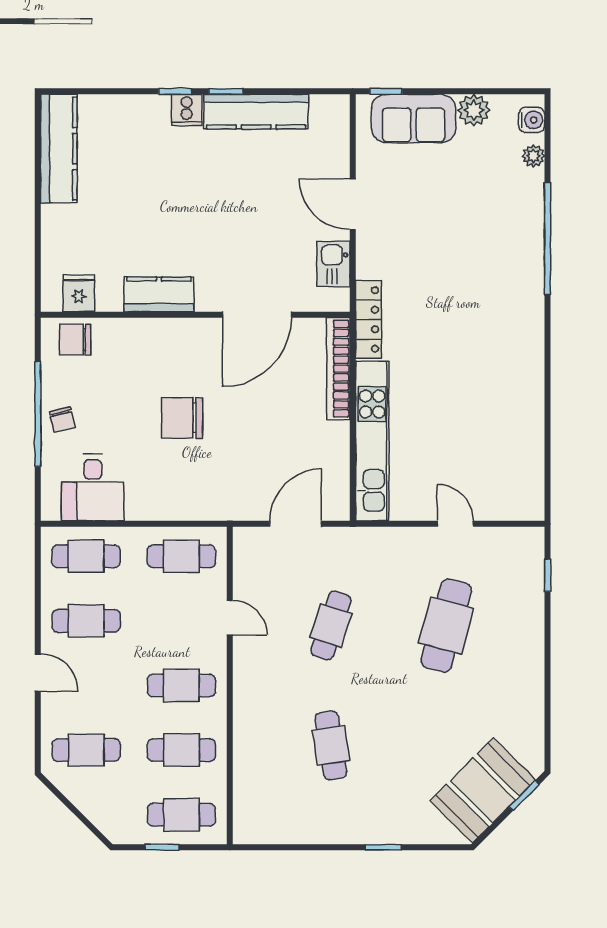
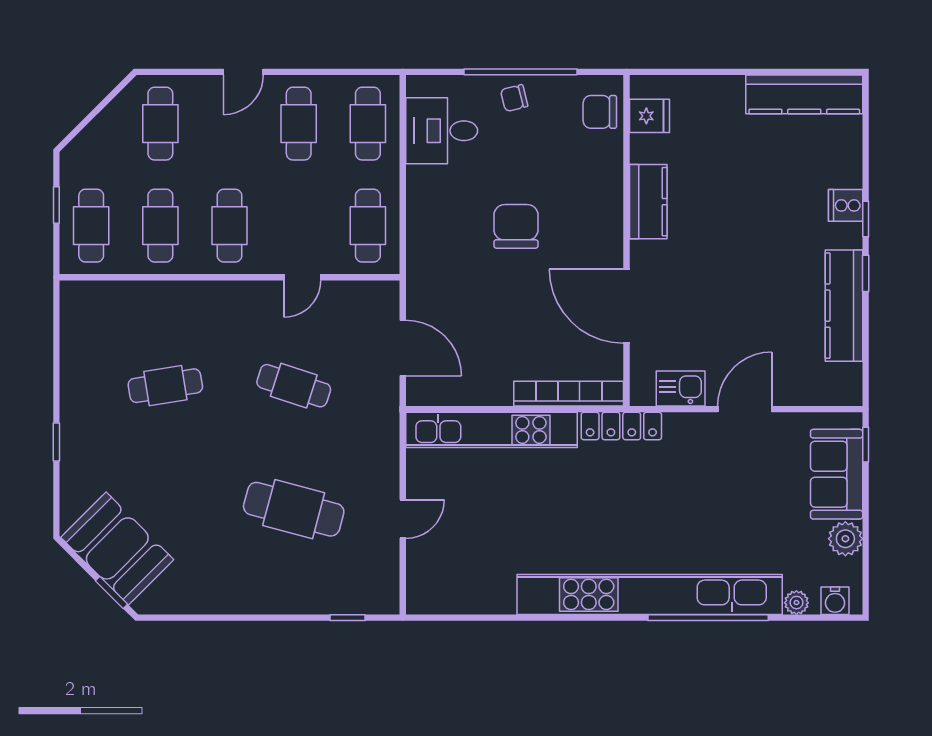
cooker: (187, 110) -> (846, 205), moved
kitchen unit: (526, 293) -> (650, 594), added
chair: (75, 340) -> (600, 112), turned -90

